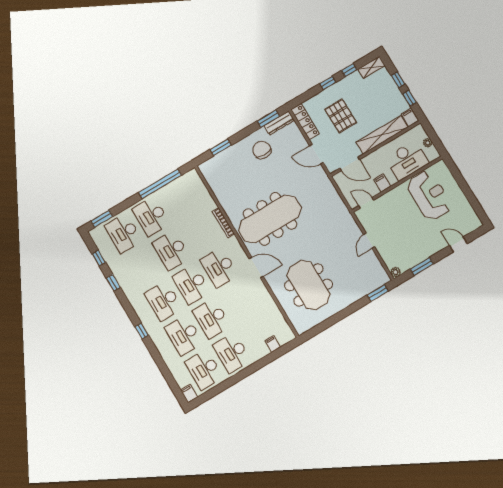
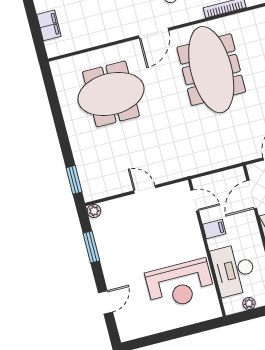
door: (366, 203) -> (195, 200), hinge flipped
filing cabinet: (273, 344) -> (49, 25), width x2.00

